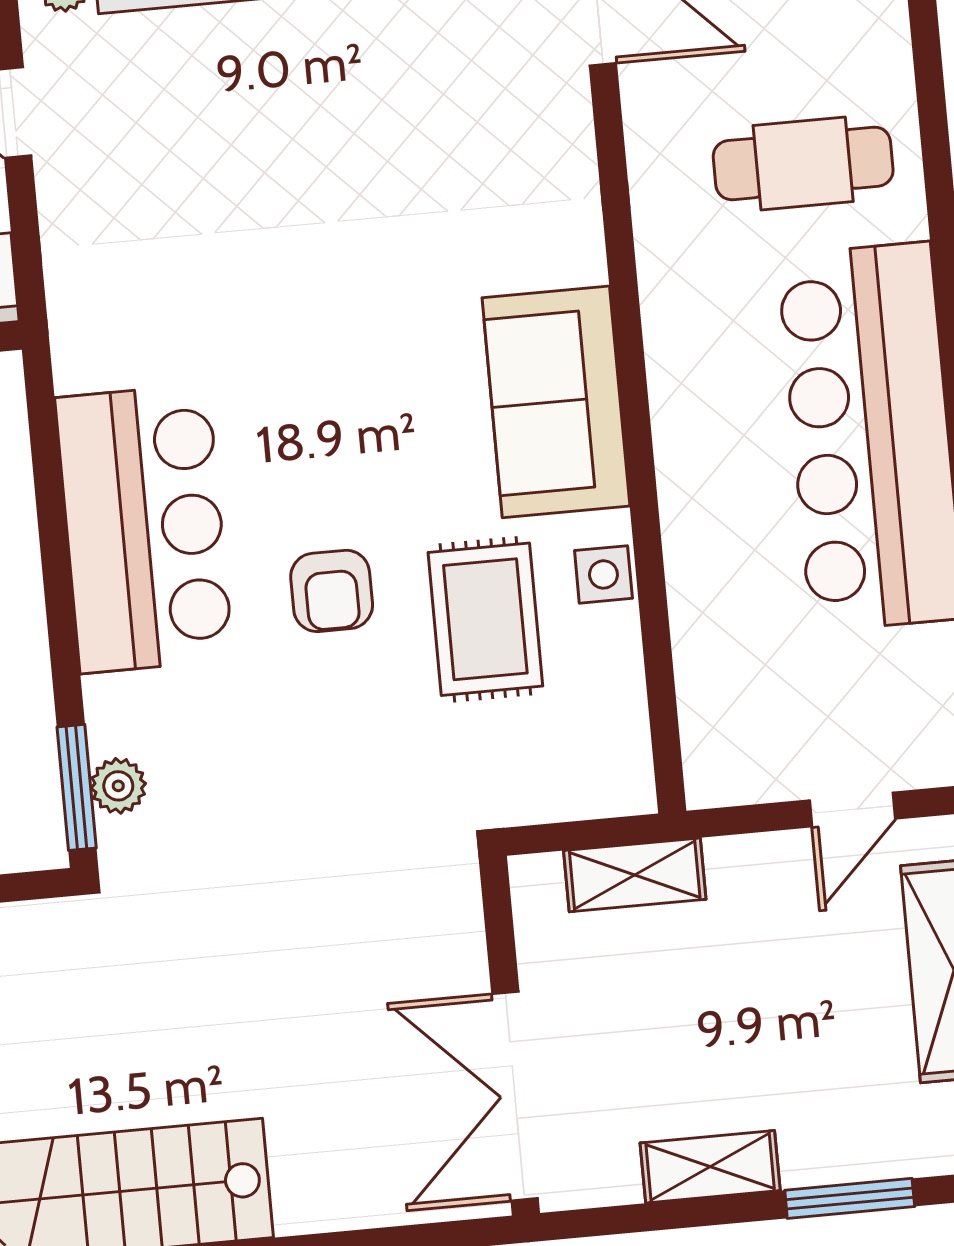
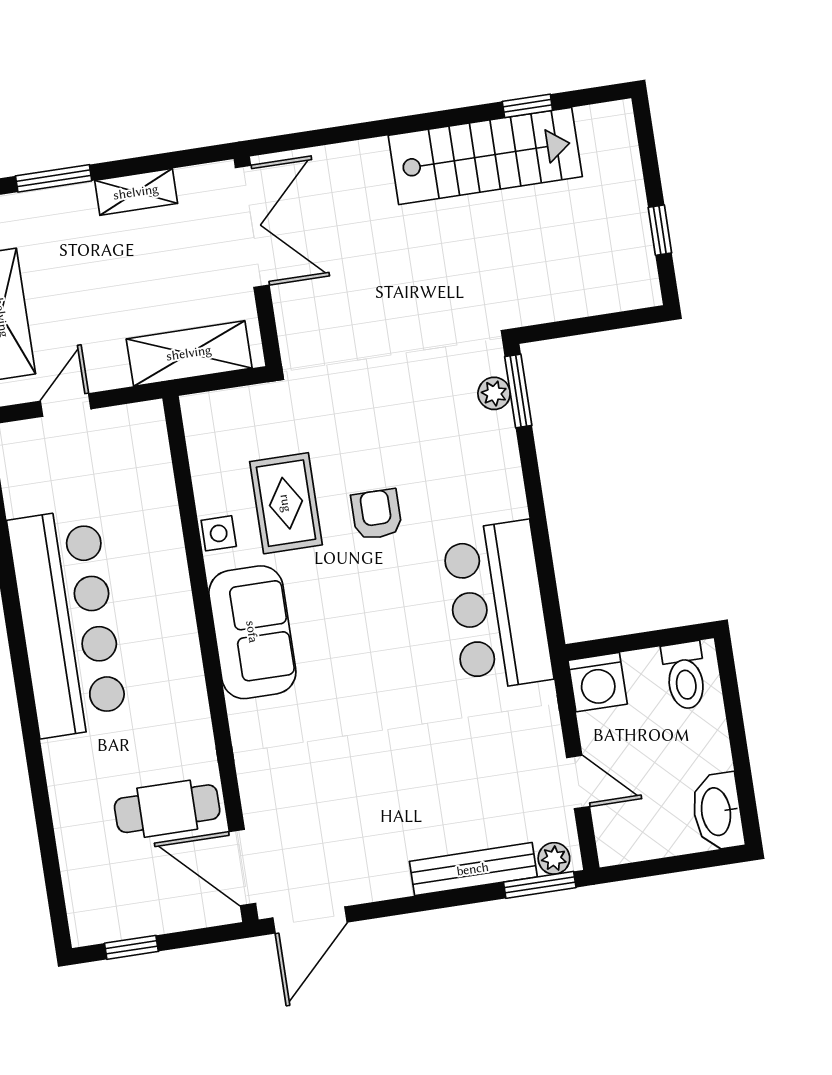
cafe table: (803, 163) -> (167, 809), moved
bar counter: (144, 529) -> (497, 606), moved
shelving: (635, 875) -> (189, 353), width x1.50, depth x1.33

